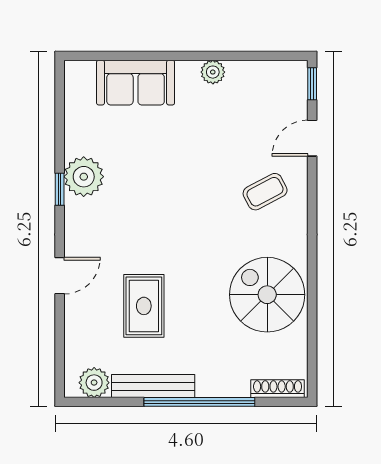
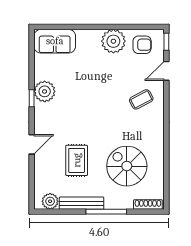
plant: (213, 72) -> (113, 41), width x1.88, depth x1.88
sofa: (136, 83) -> (55, 41), moved
armchair: (267, 89) -> (142, 45), added
spiral stairs: (267, 295) -> (127, 166), moved
window: (199, 402) -> (106, 212), width x0.68

